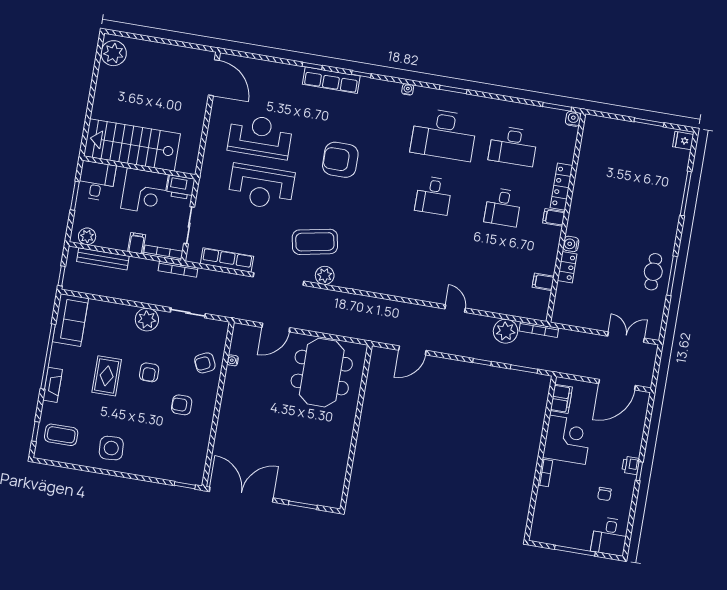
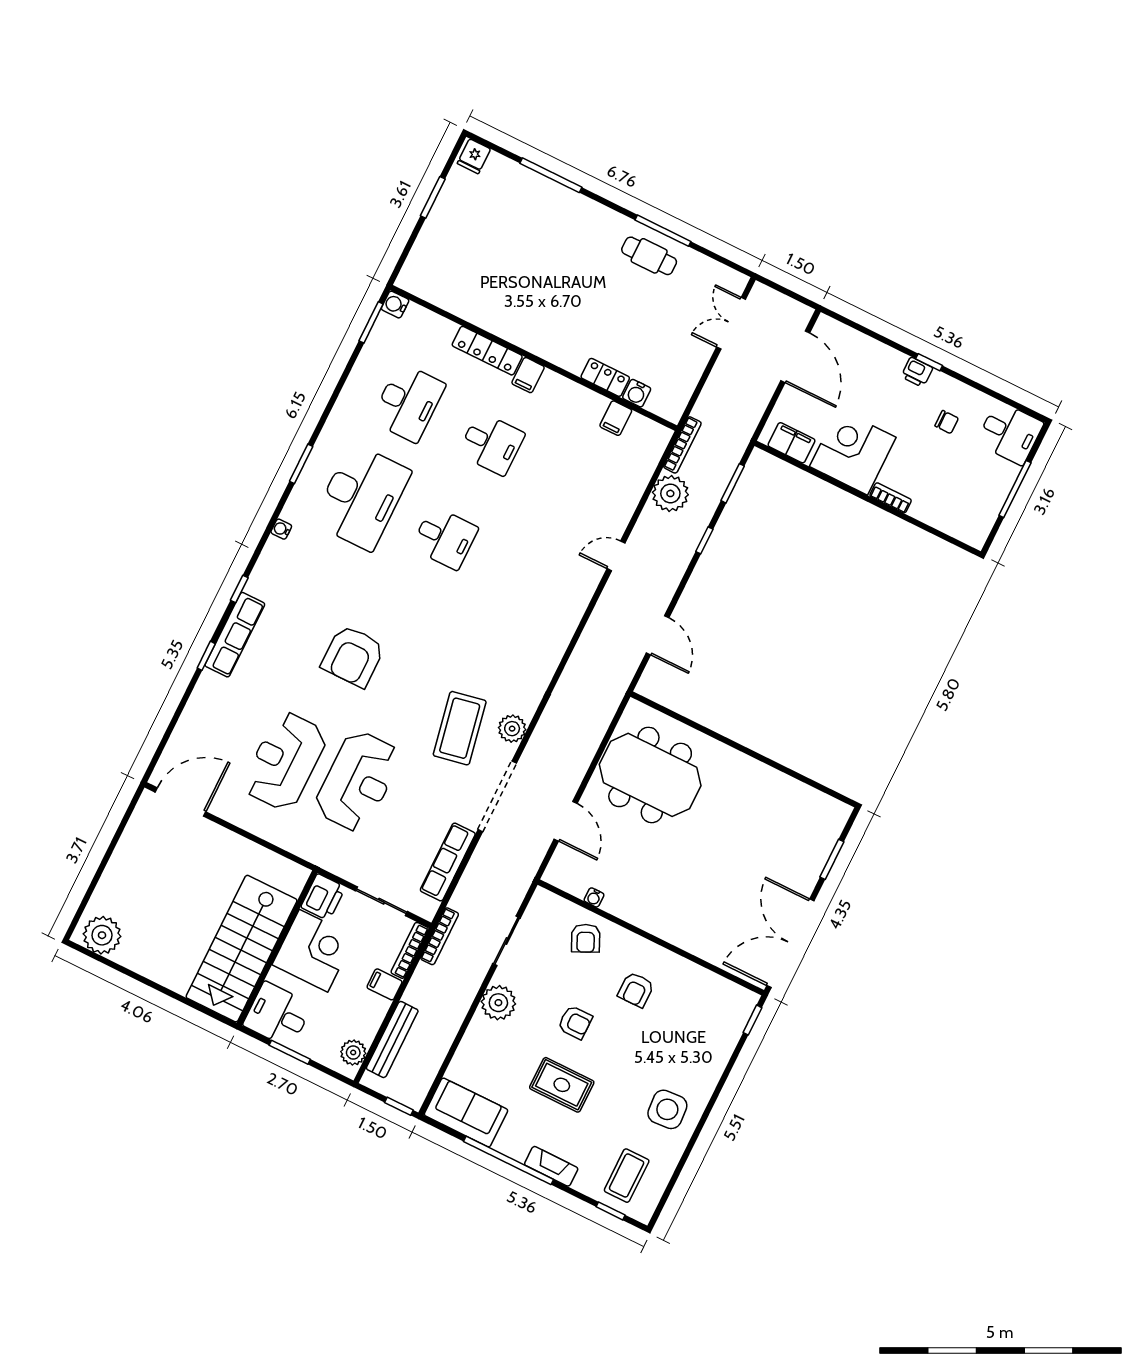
water cooler: (571, 244) -> (637, 393), moved

